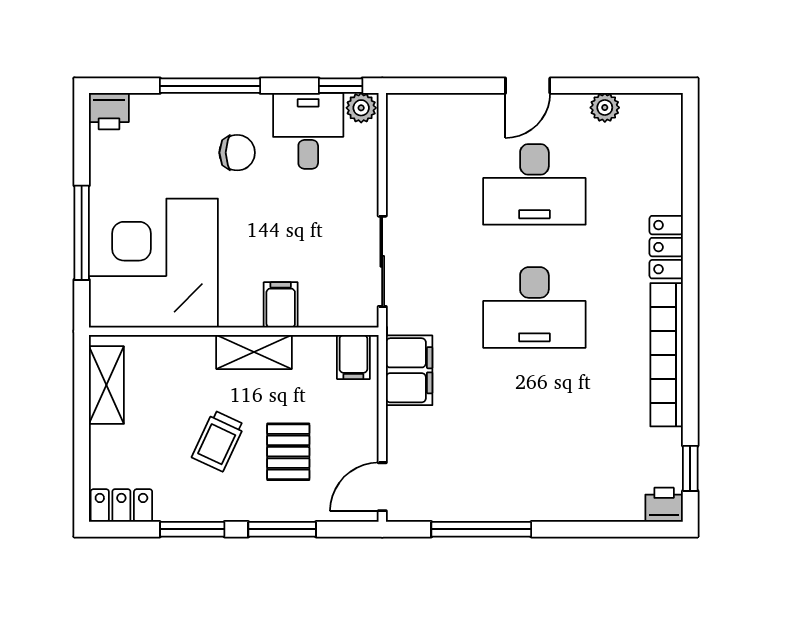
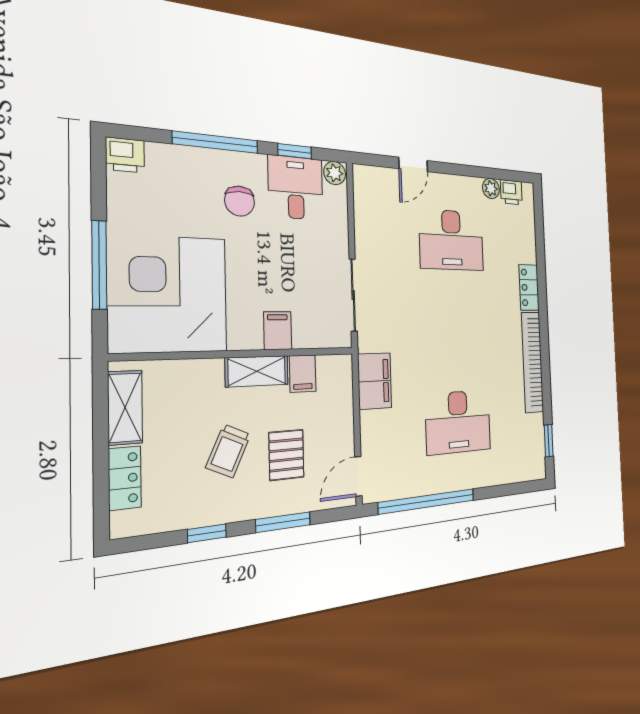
window: (341, 86) -> (295, 151), moved
door: (528, 86) -> (413, 165), moved
chair: (237, 153) -> (240, 201), turned 90
desk: (534, 307) -> (458, 422), moved
filing cabinet: (353, 357) -> (303, 374), moved
printer: (664, 505) -> (511, 192), moved, turned 180
locker: (121, 506) -> (125, 478), moved, turned 90
window: (192, 529) -> (207, 533), width x0.67
window: (481, 529) -> (427, 501), width x1.46

